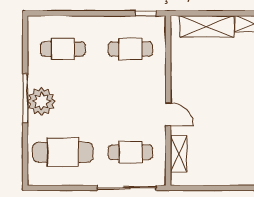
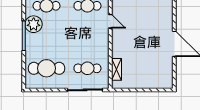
plant: (41, 101) -> (34, 24), moved
door: (168, 114) -> (110, 21), moved

